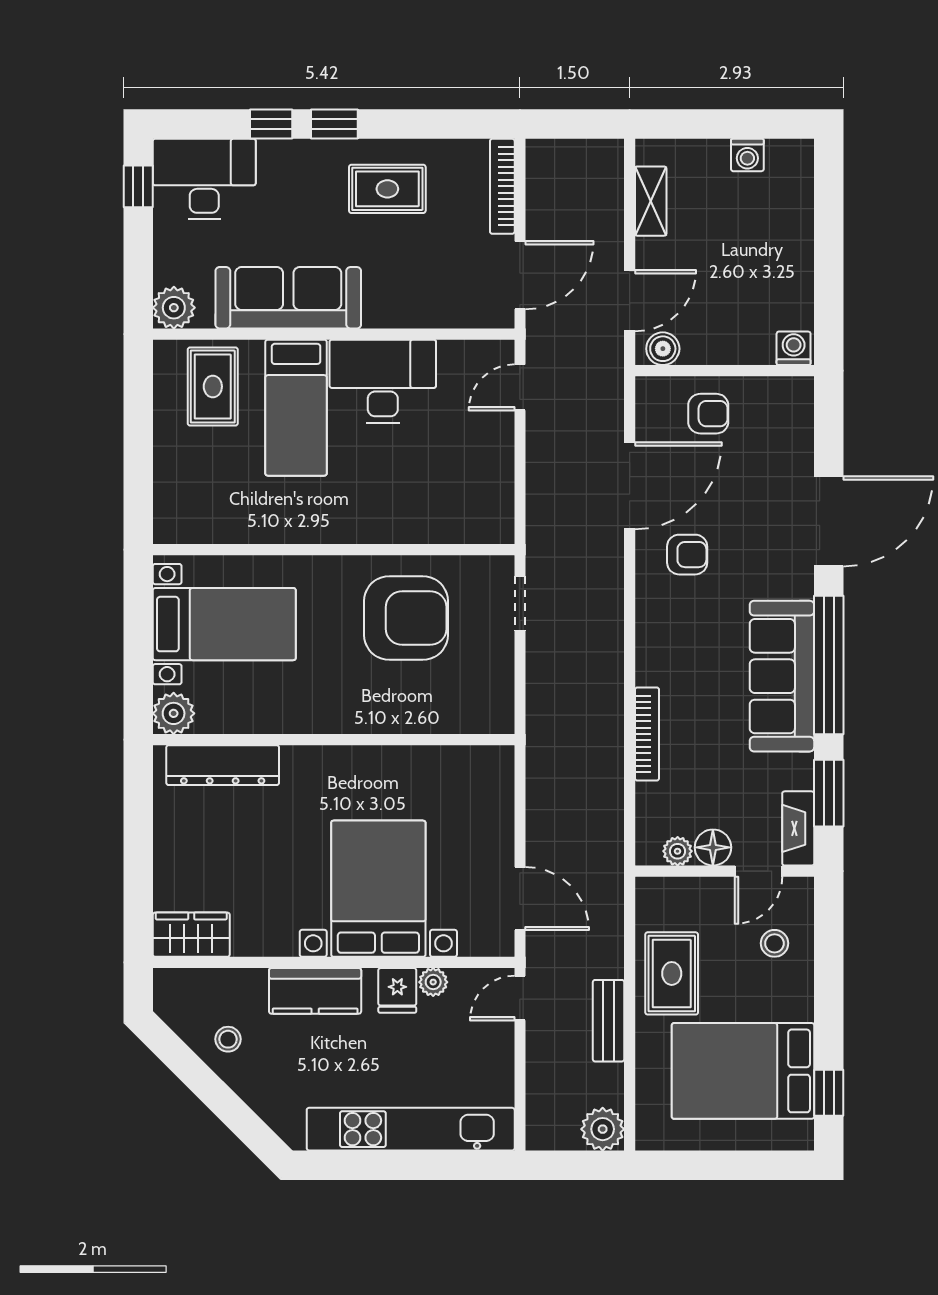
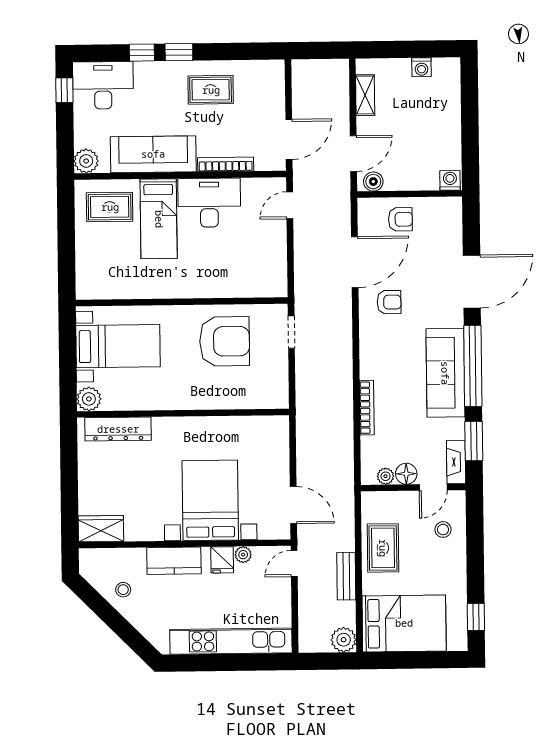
bookcase: (502, 186) -> (226, 164), moved, turned 90
rug: (213, 386) -> (110, 207), turned 90
bed: (743, 1071) -> (404, 623), moved, turned 180

